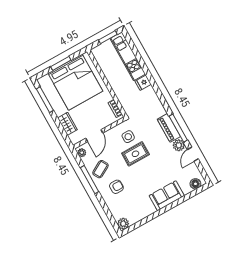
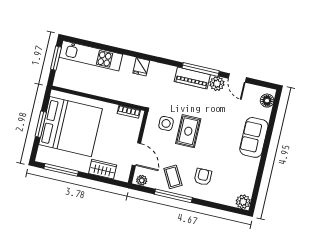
fridge: (143, 83) -> (141, 67), moved

